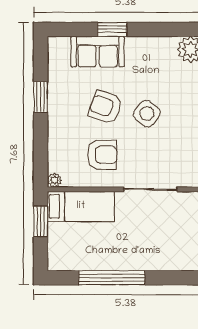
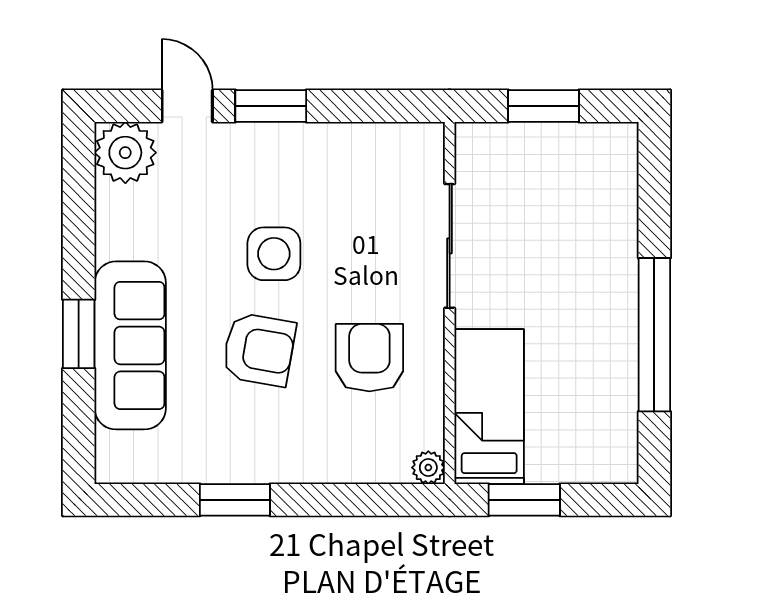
sofa: (98, 52) -> (130, 345), width x1.36
armchair: (106, 107) -> (259, 349), turned -99
side table: (147, 114) -> (274, 254), turned -38

